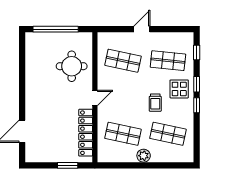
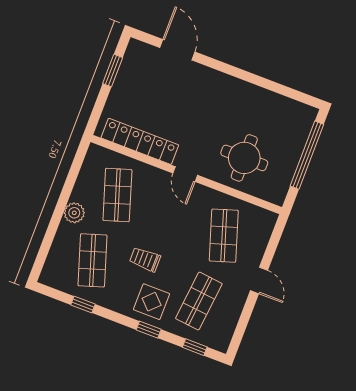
shop shelf: (123, 61) -> (224, 236), turned -30
window: (197, 105) -> (83, 305), moved
shop shelf: (123, 134) -> (117, 195), turned -30
shop shelf: (168, 134) -> (92, 260), turned -30
window: (68, 165) -> (113, 71), moved

